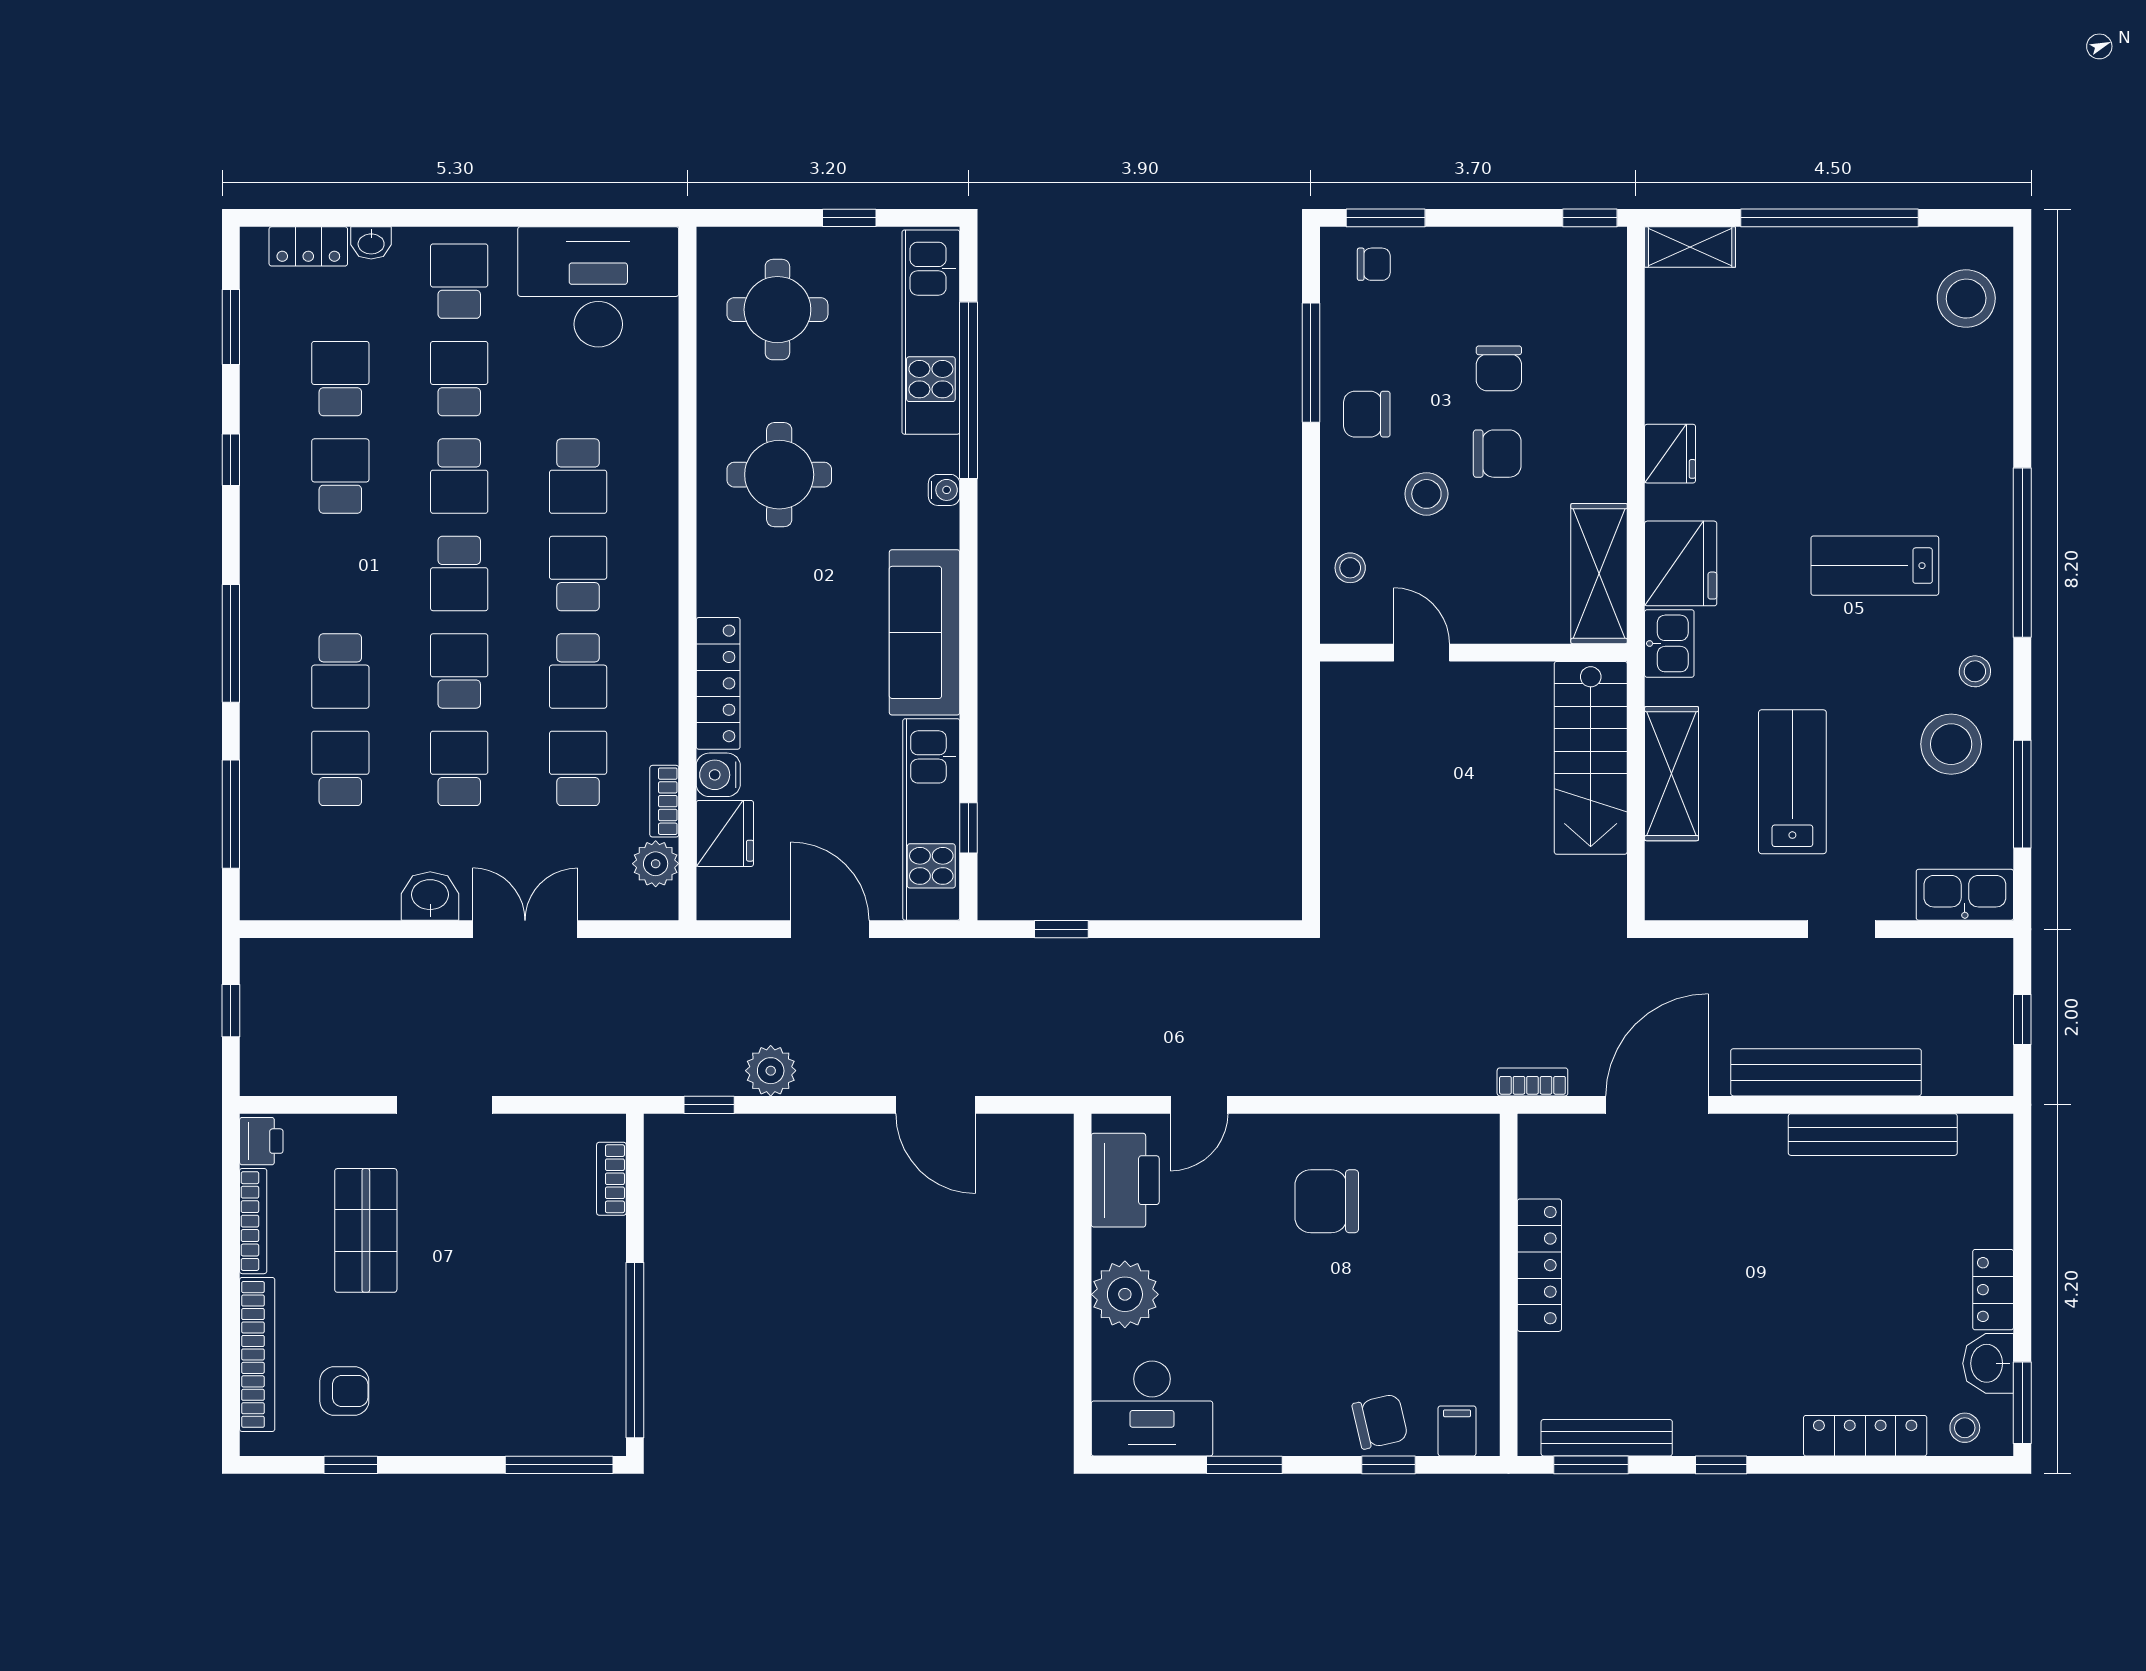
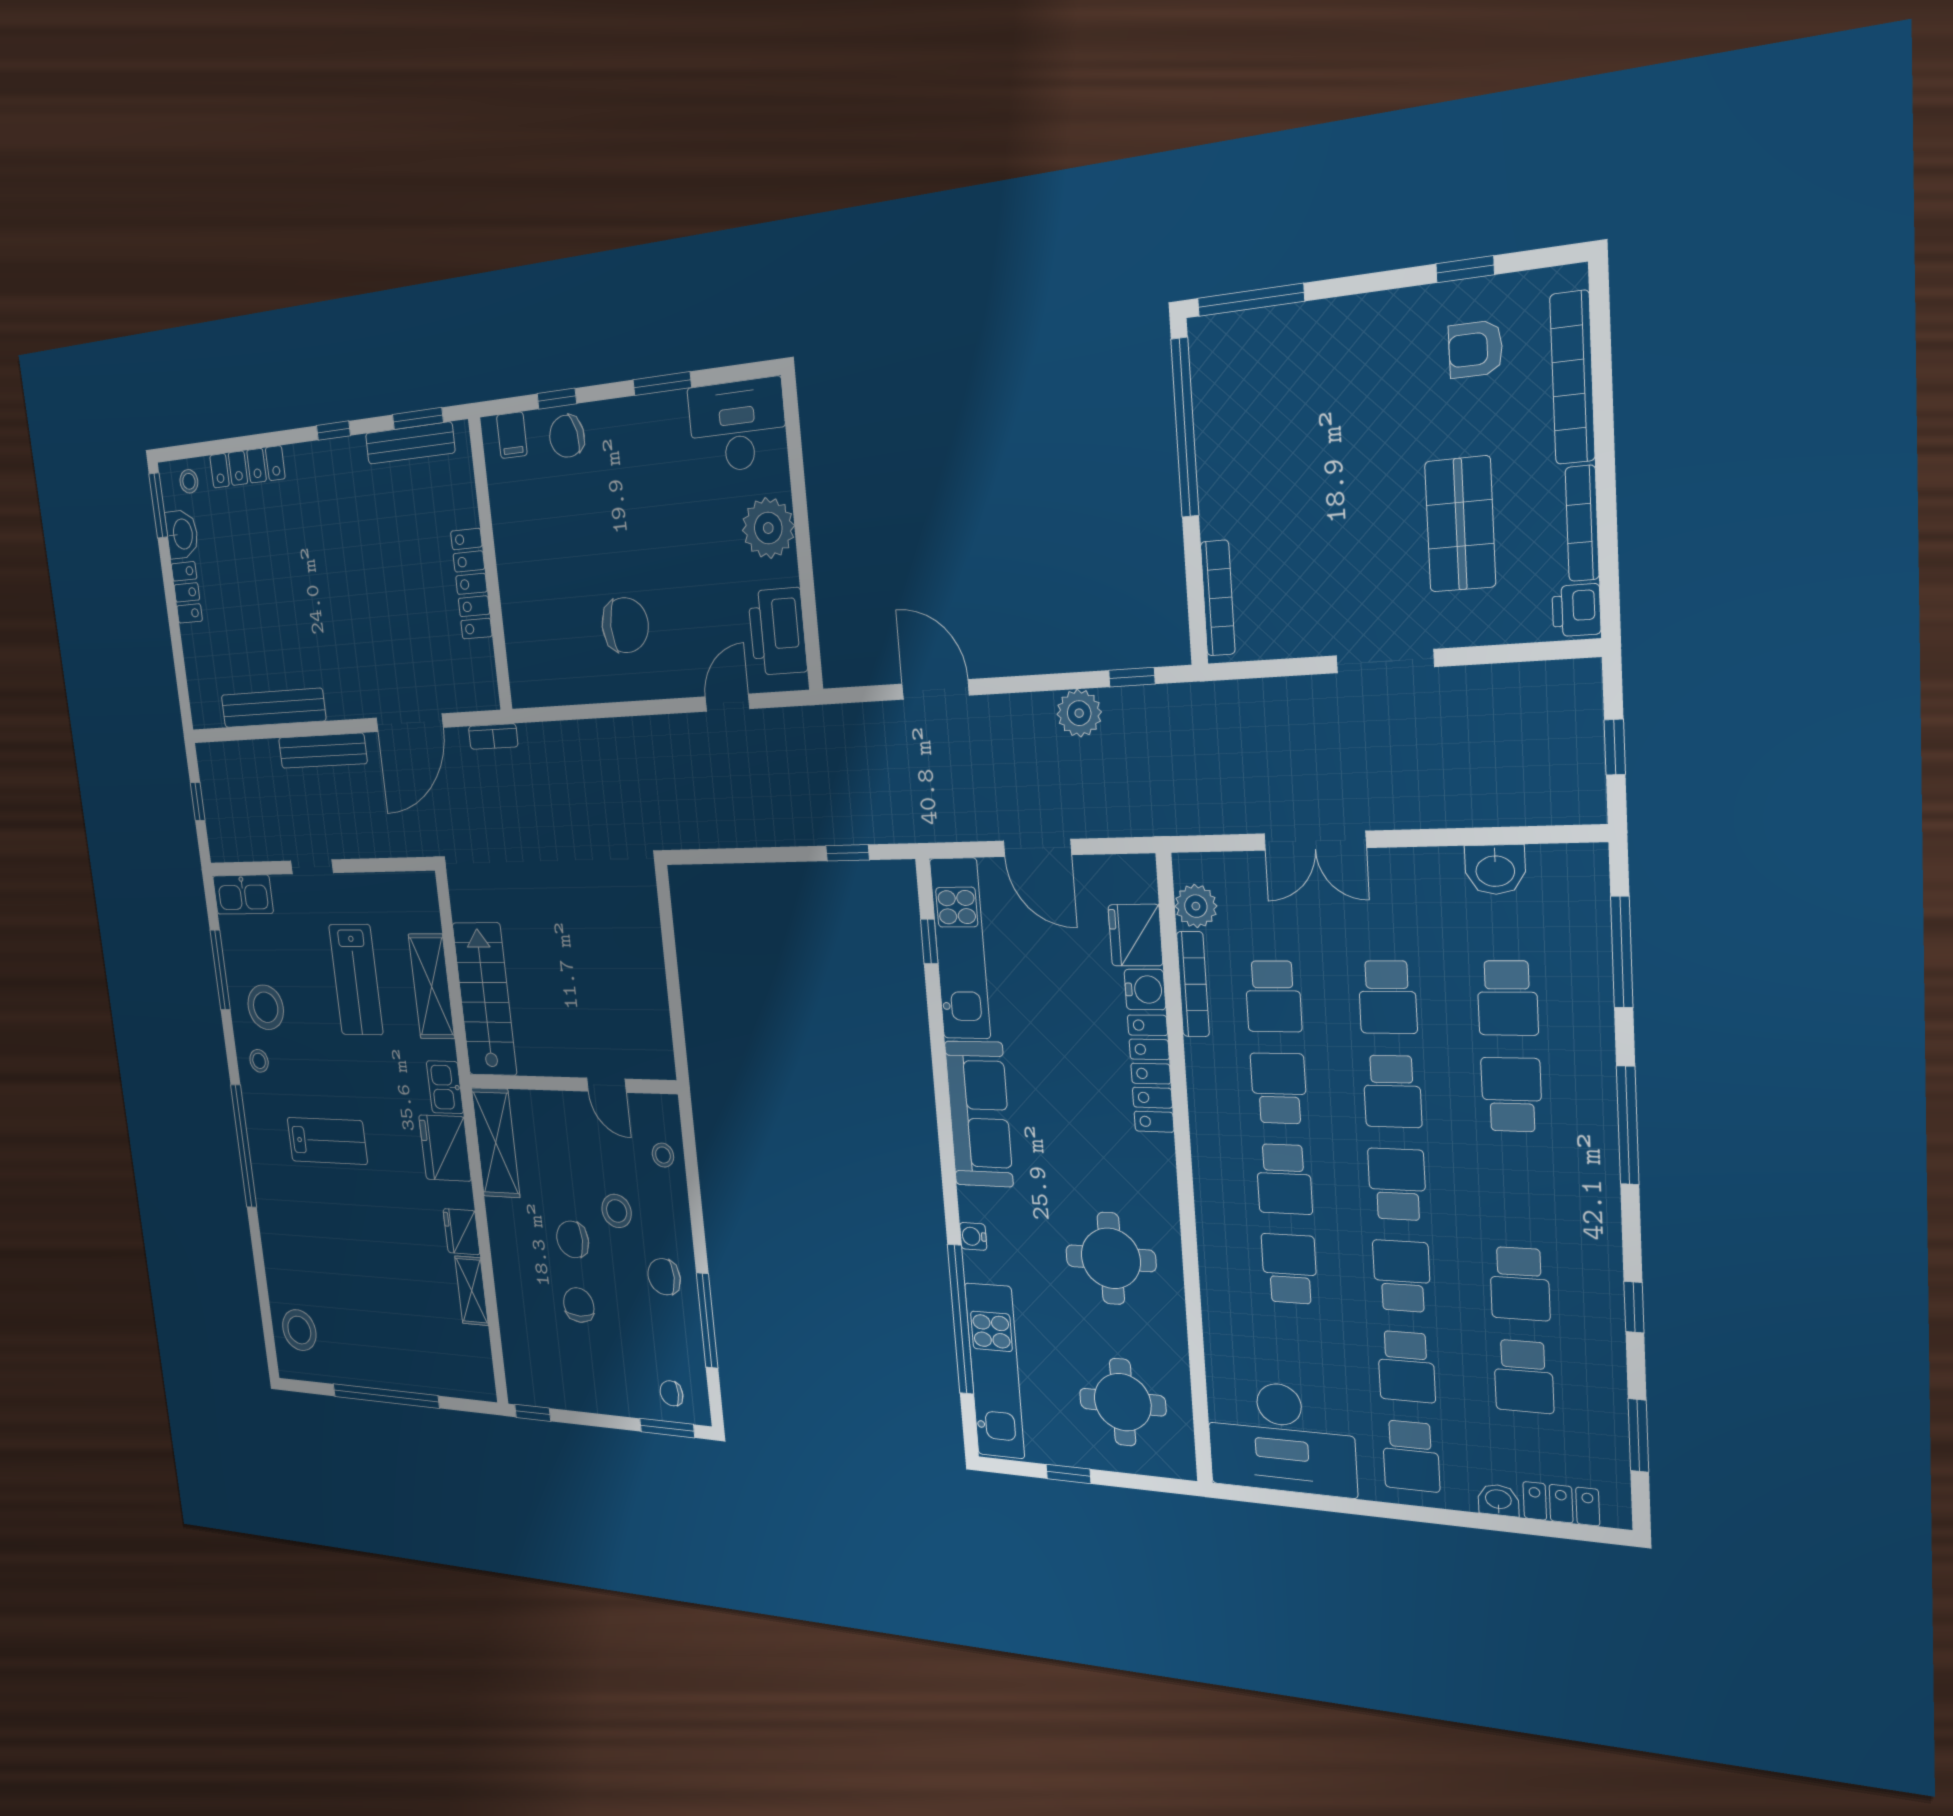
shelving: (1690, 247) -> (472, 1291), moved, turned 90
chair: (1367, 414) -> (664, 1277), turned 180
bookcase: (664, 801) -> (1193, 984), width x1.56
washbasin: (430, 896) -> (1495, 870), moved
bench: (1826, 1072) -> (323, 751), width x0.73, depth x0.82
bookcase: (611, 1179) -> (1218, 598), width x1.56

